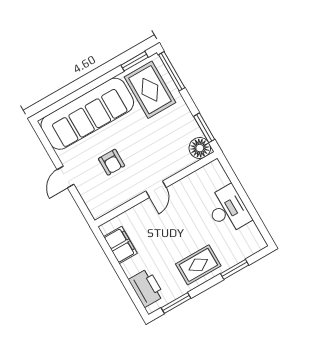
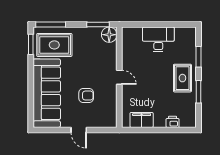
printer: (147, 288) -> (173, 122), width x0.53, depth x0.68
window: (176, 303) -> (198, 92), moved

